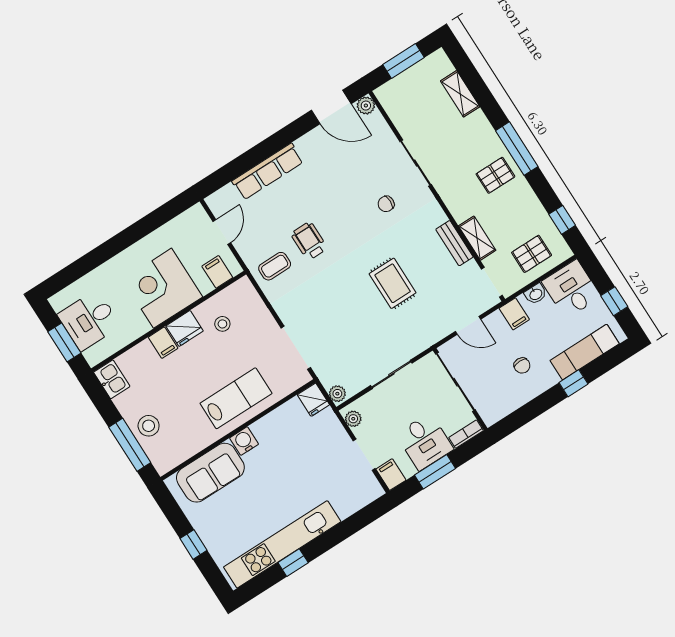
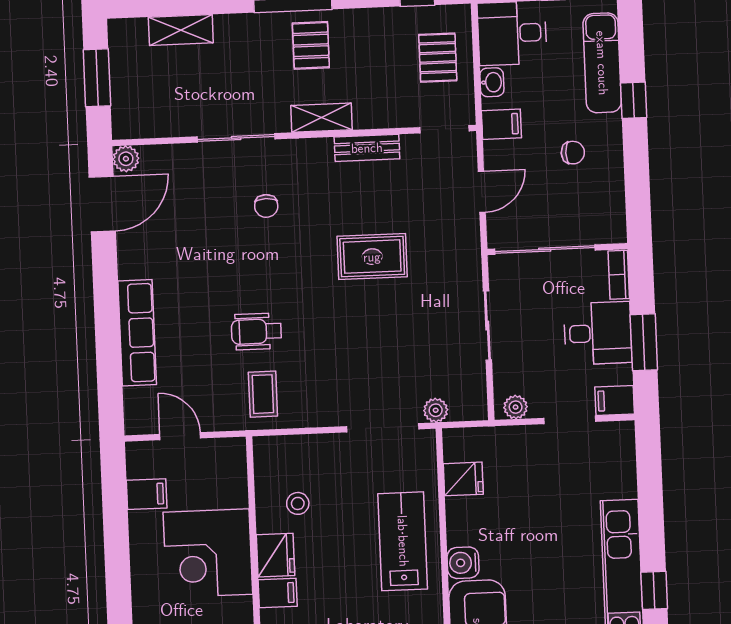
shelving: (477, 238) -> (321, 118), moved
filing cabinet: (217, 272) -> (147, 494), moved, turned 180
plant: (337, 394) -> (436, 410), moved
fridge: (313, 400) -> (463, 479), moved

